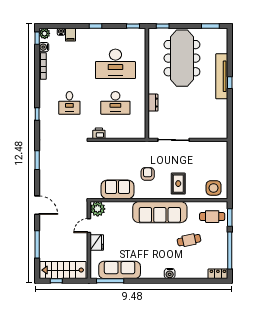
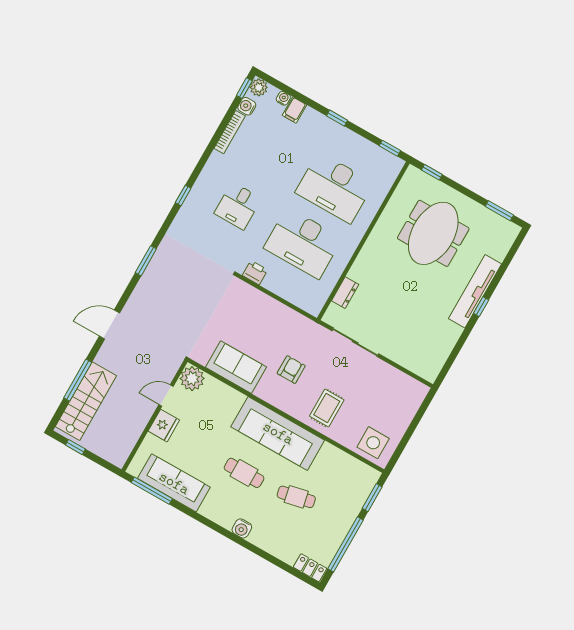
meeting table: (182, 58) -> (433, 233), width x0.73
desk: (115, 103) -> (303, 243), width x1.36, depth x1.30
dresser: (153, 103) -> (345, 293), moved
door: (37, 205) -> (109, 325), swing flipped
cafe table: (212, 217) -> (244, 473), moved
stairs: (63, 270) -> (86, 401), moved, turned 90

